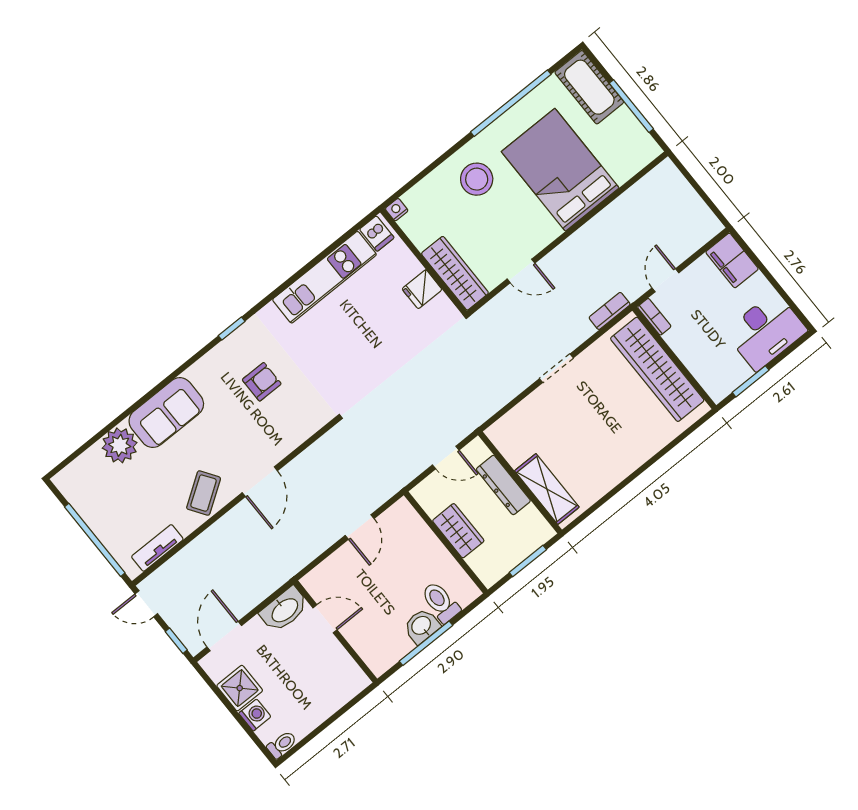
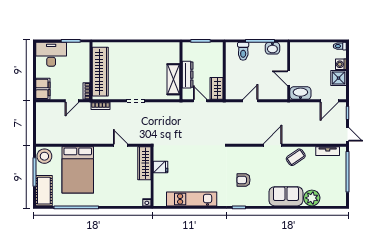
stool: (477, 179) -> (44, 156), moved
dishwasher: (377, 234) -> (161, 200), removed
shelving: (547, 489) -> (173, 79), moved
wardrobe: (458, 531) -> (216, 88), moved
washbasin: (422, 626) -> (272, 48), moved

